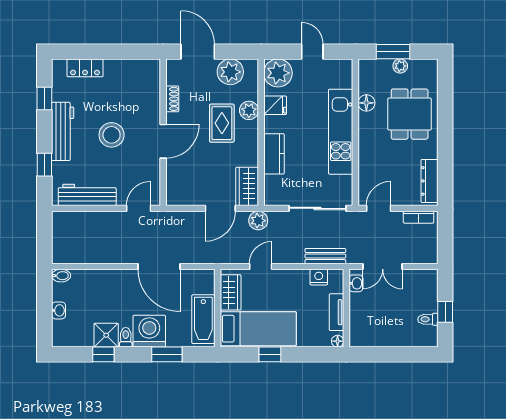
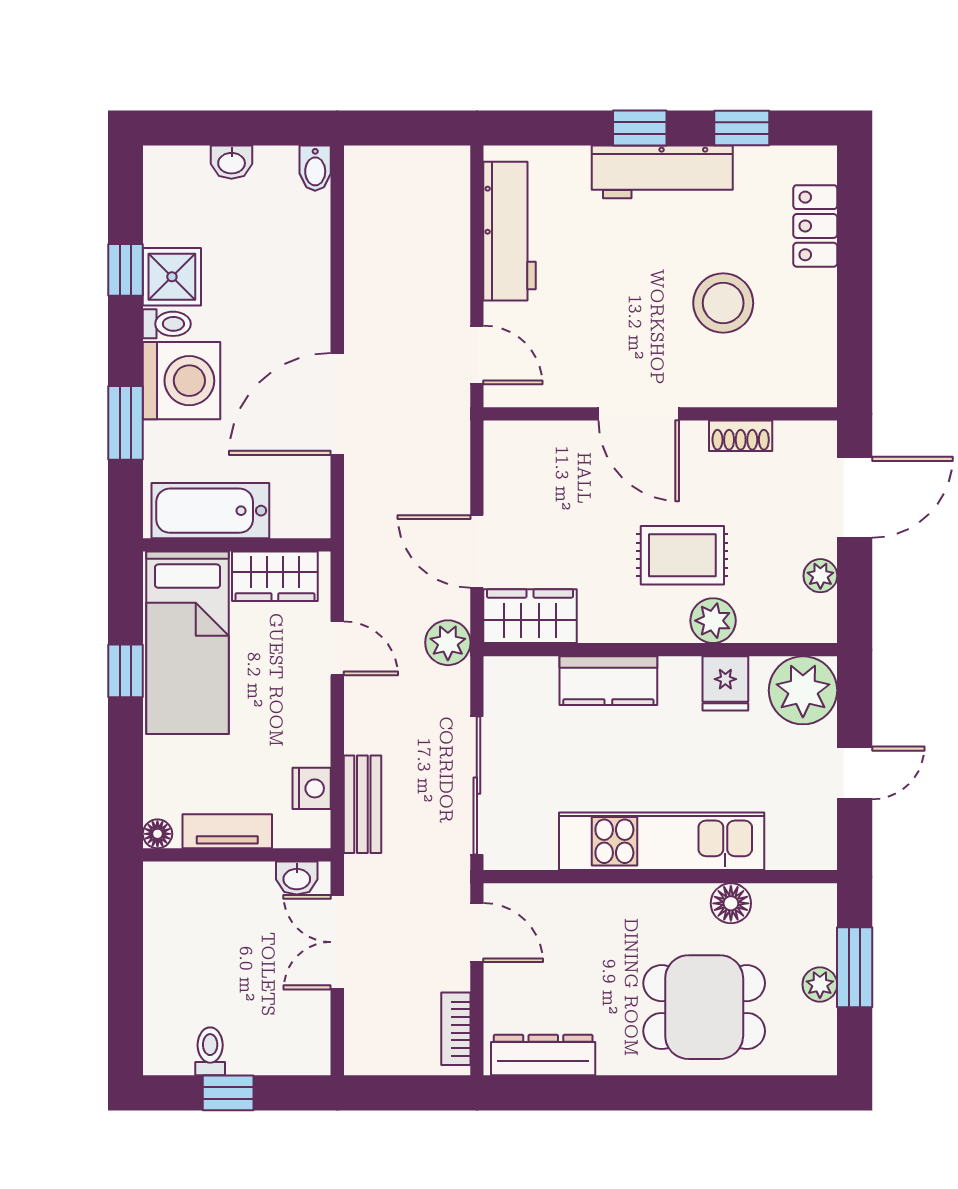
plant: (230, 72) -> (820, 576), width x0.53, depth x0.53
stool: (112, 135) -> (723, 303), moved
window: (44, 165) -> (640, 128), moved

